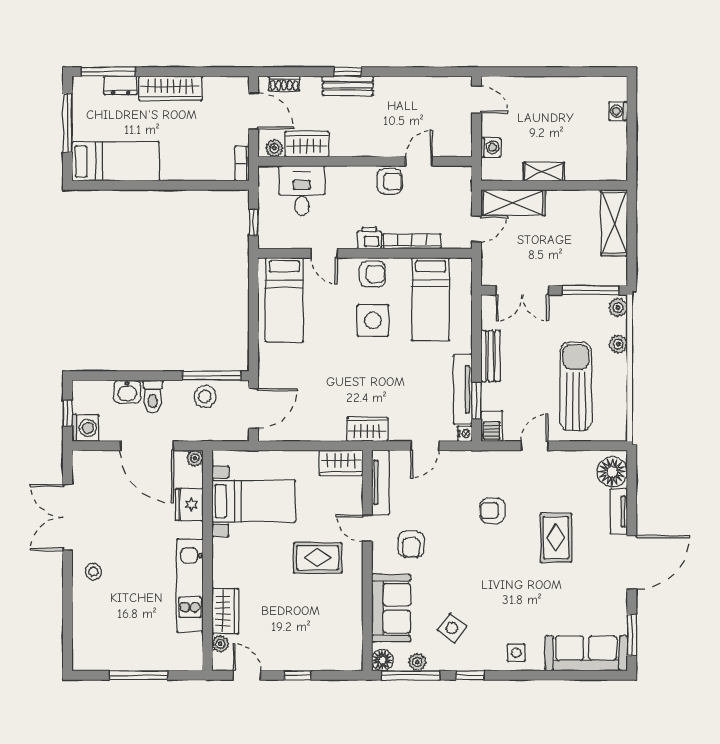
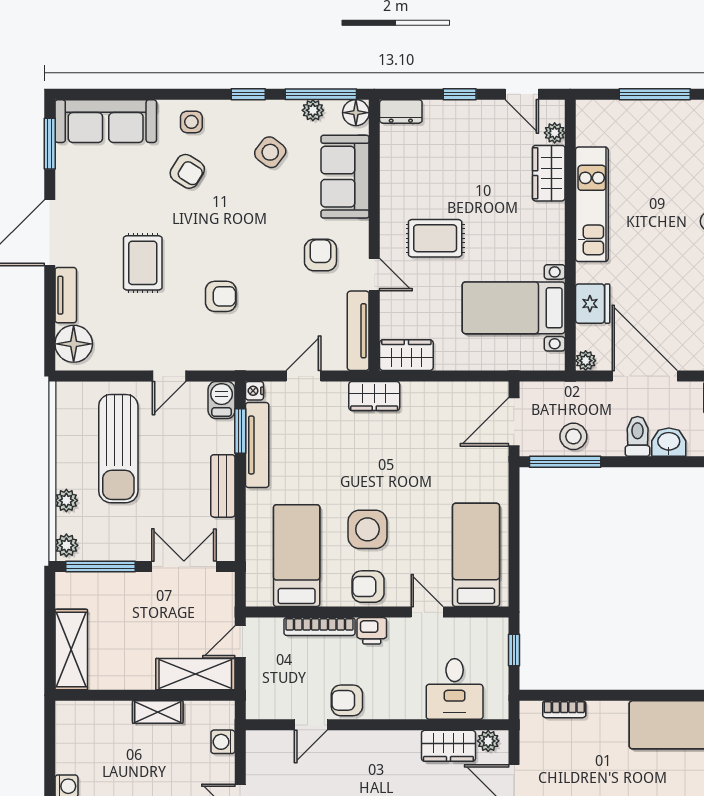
bookcase: (242, 164) -> (564, 709), moved, turned 90
armchair: (520, 612) -> (187, 171), added
dresser: (346, 661) -> (401, 111), added

